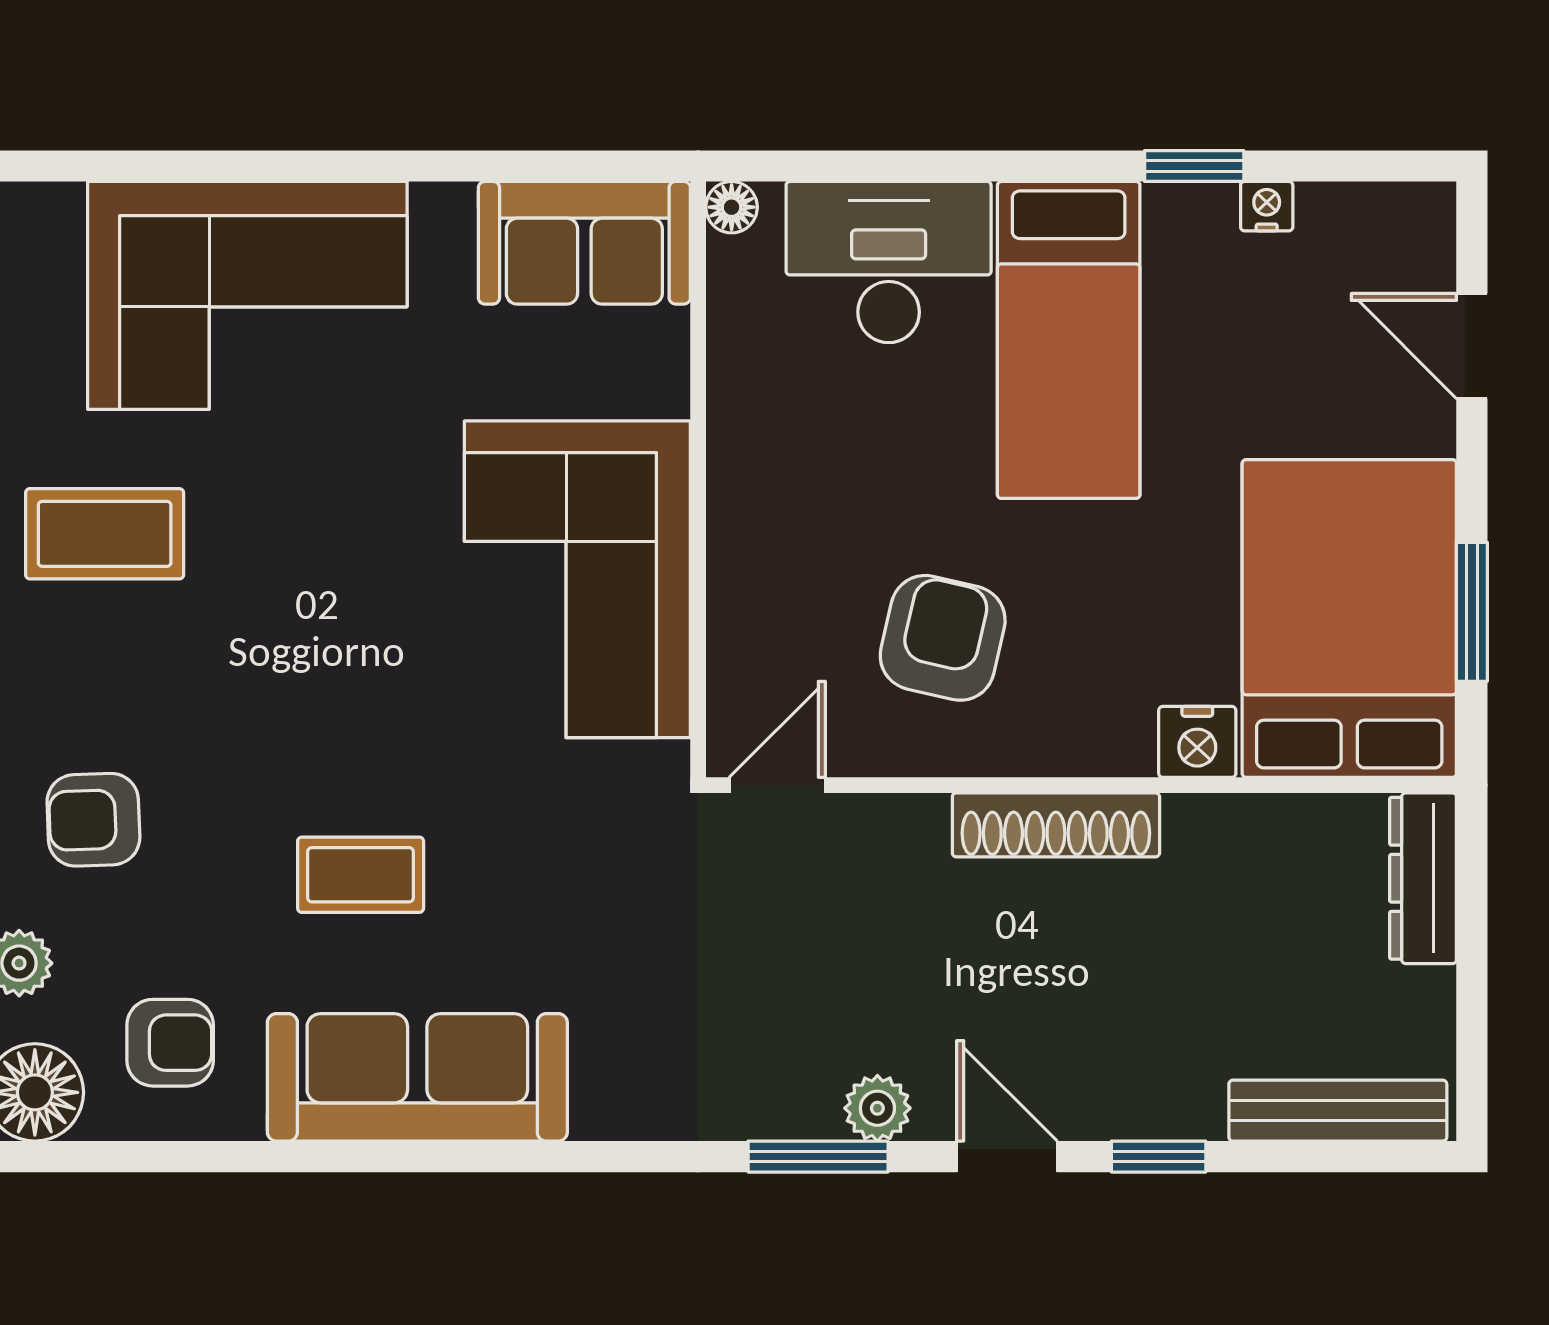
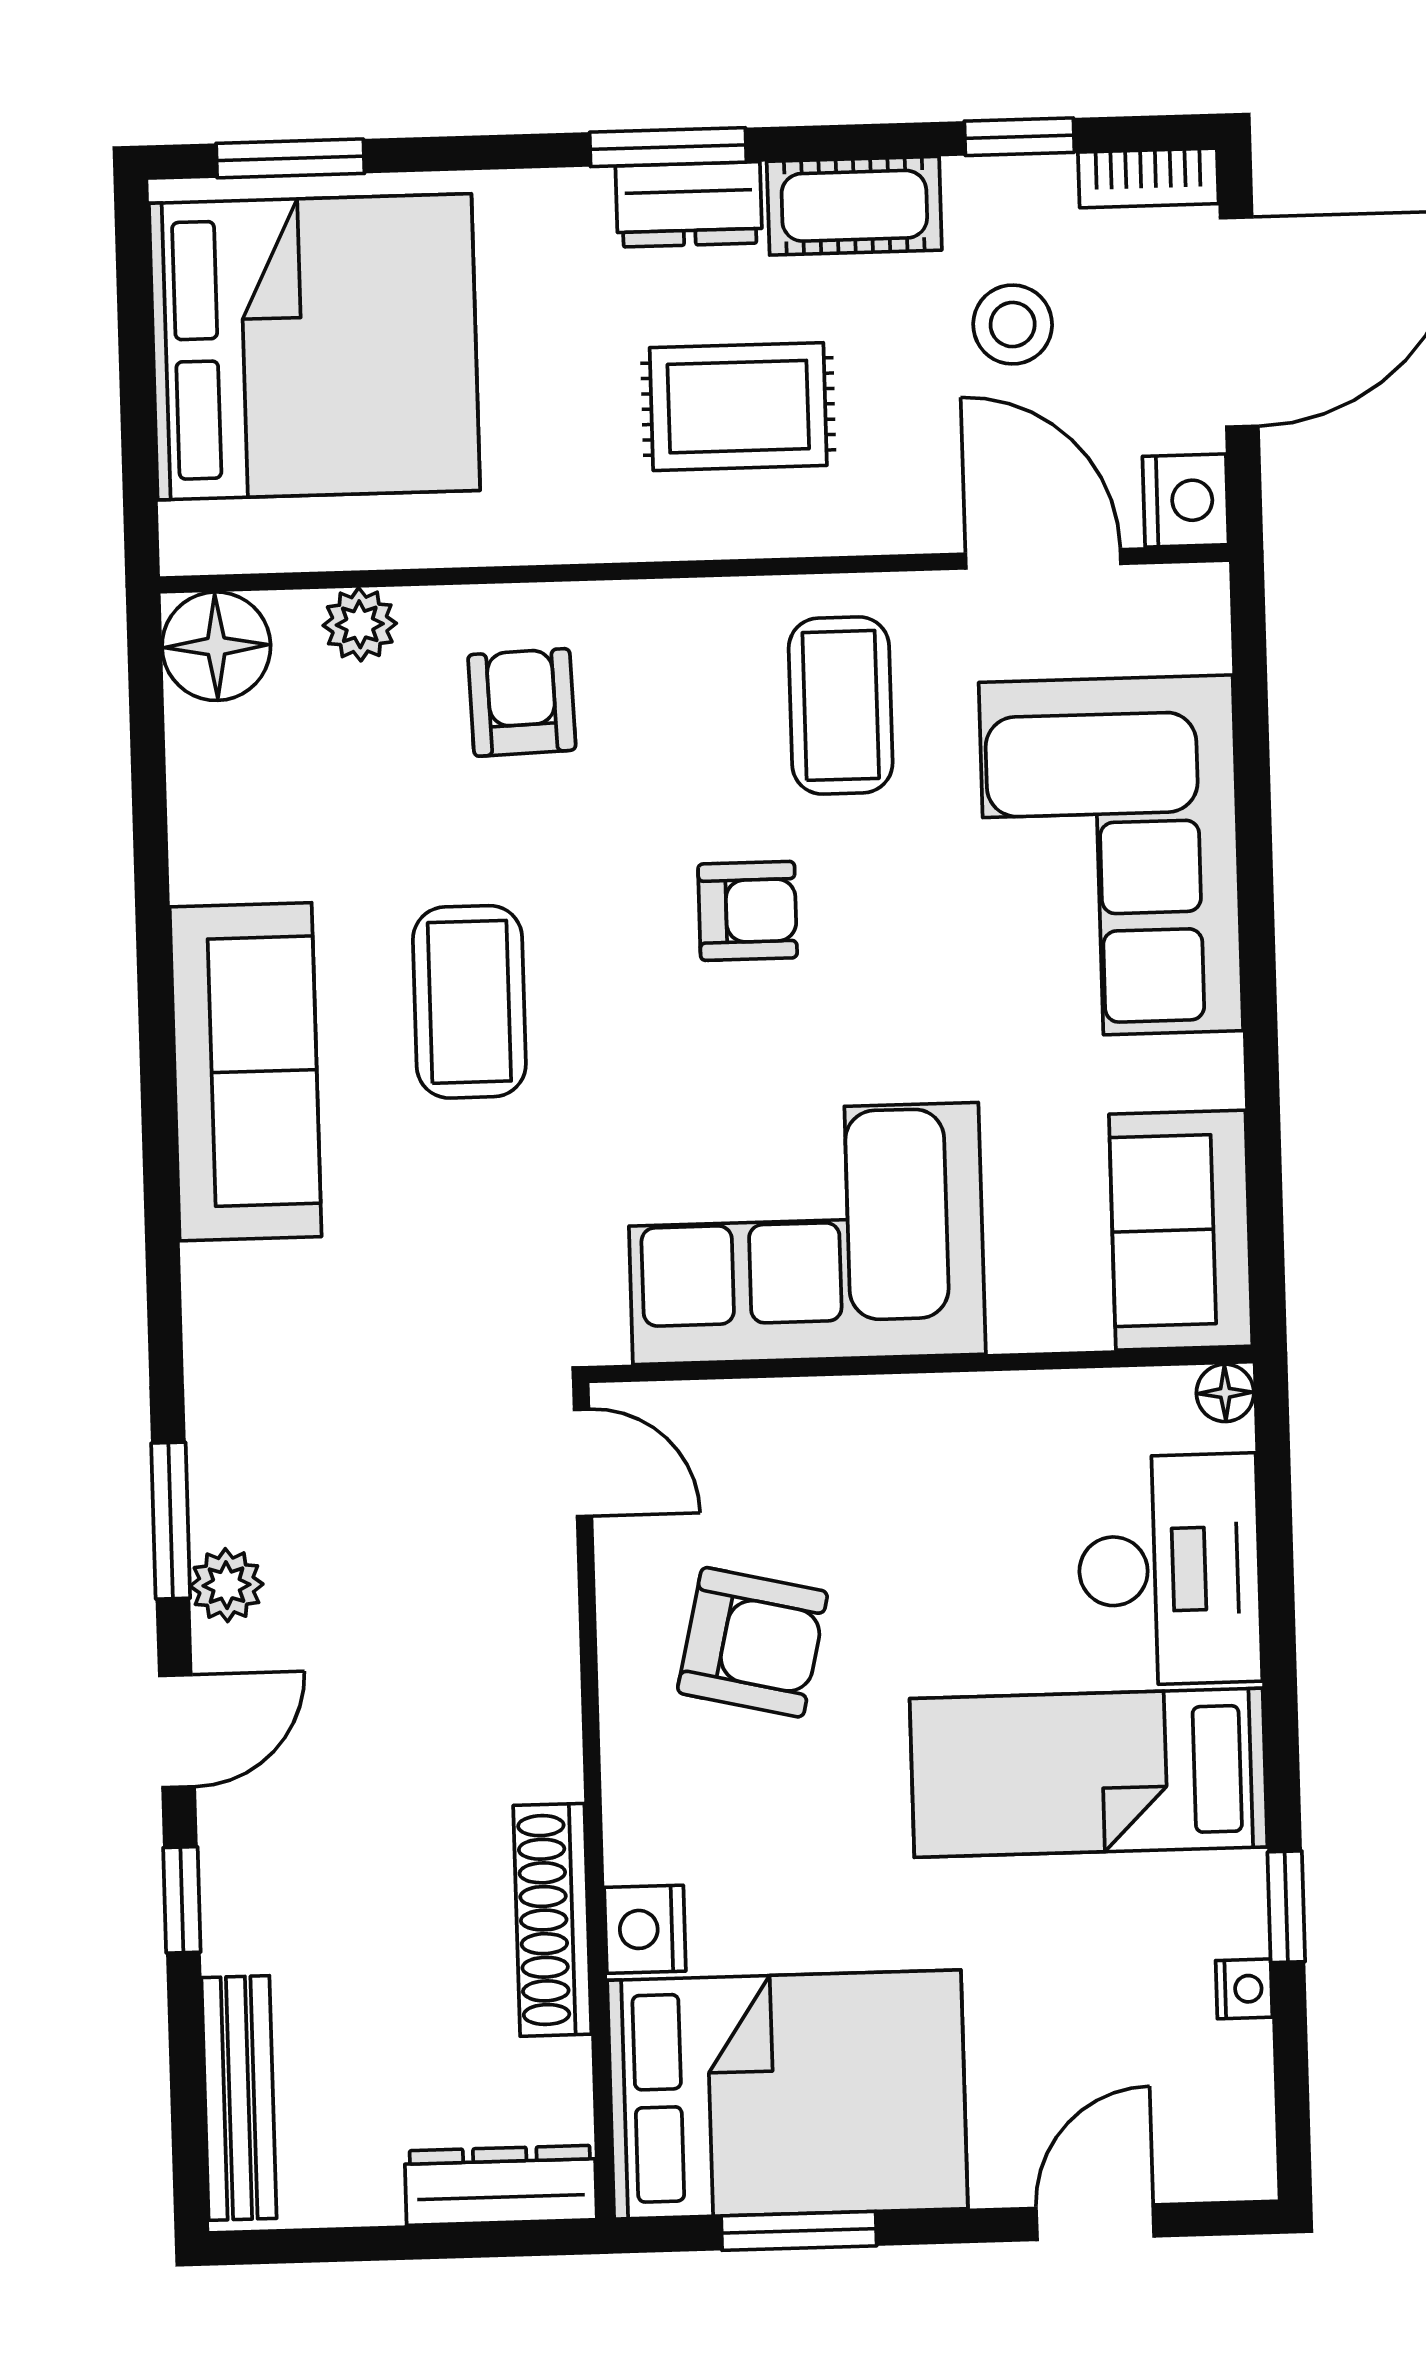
shoe rack: (1056, 825) -> (552, 1920), moved
coffee table: (361, 875) -> (469, 1002), width x1.36, depth x1.30
armchair: (170, 1043) -> (748, 911), moved, turned -90

